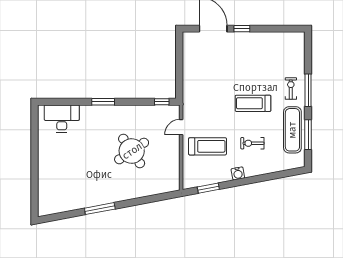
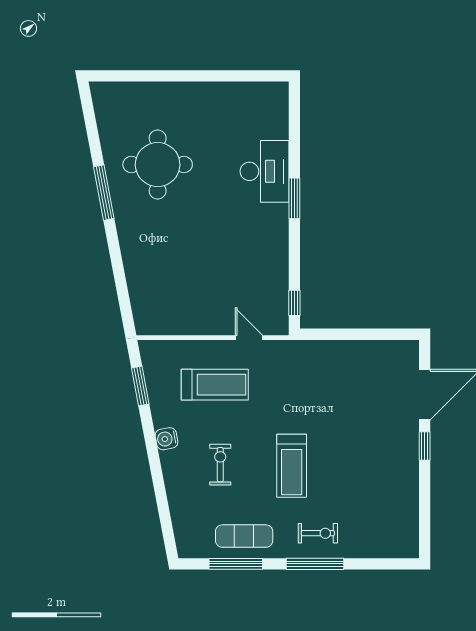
treadmill: (253, 103) -> (292, 466), turned 180
desk: (62, 118) -> (265, 171), moved
exercise mat: (292, 130) -> (244, 536), width x0.73, depth x0.69
treadmill: (208, 146) -> (215, 385), turned -90
round table: (132, 151) -> (158, 165), moved, turned 34

